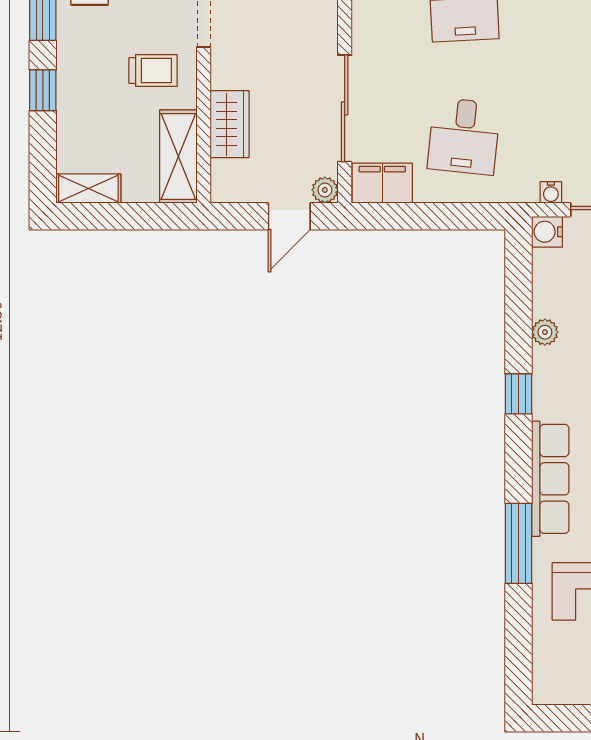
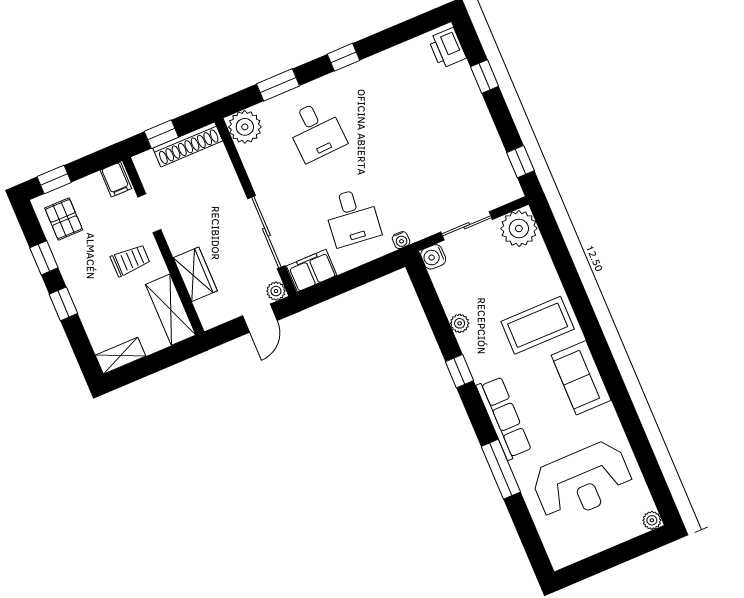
water cooler: (551, 192) -> (401, 240), moved

